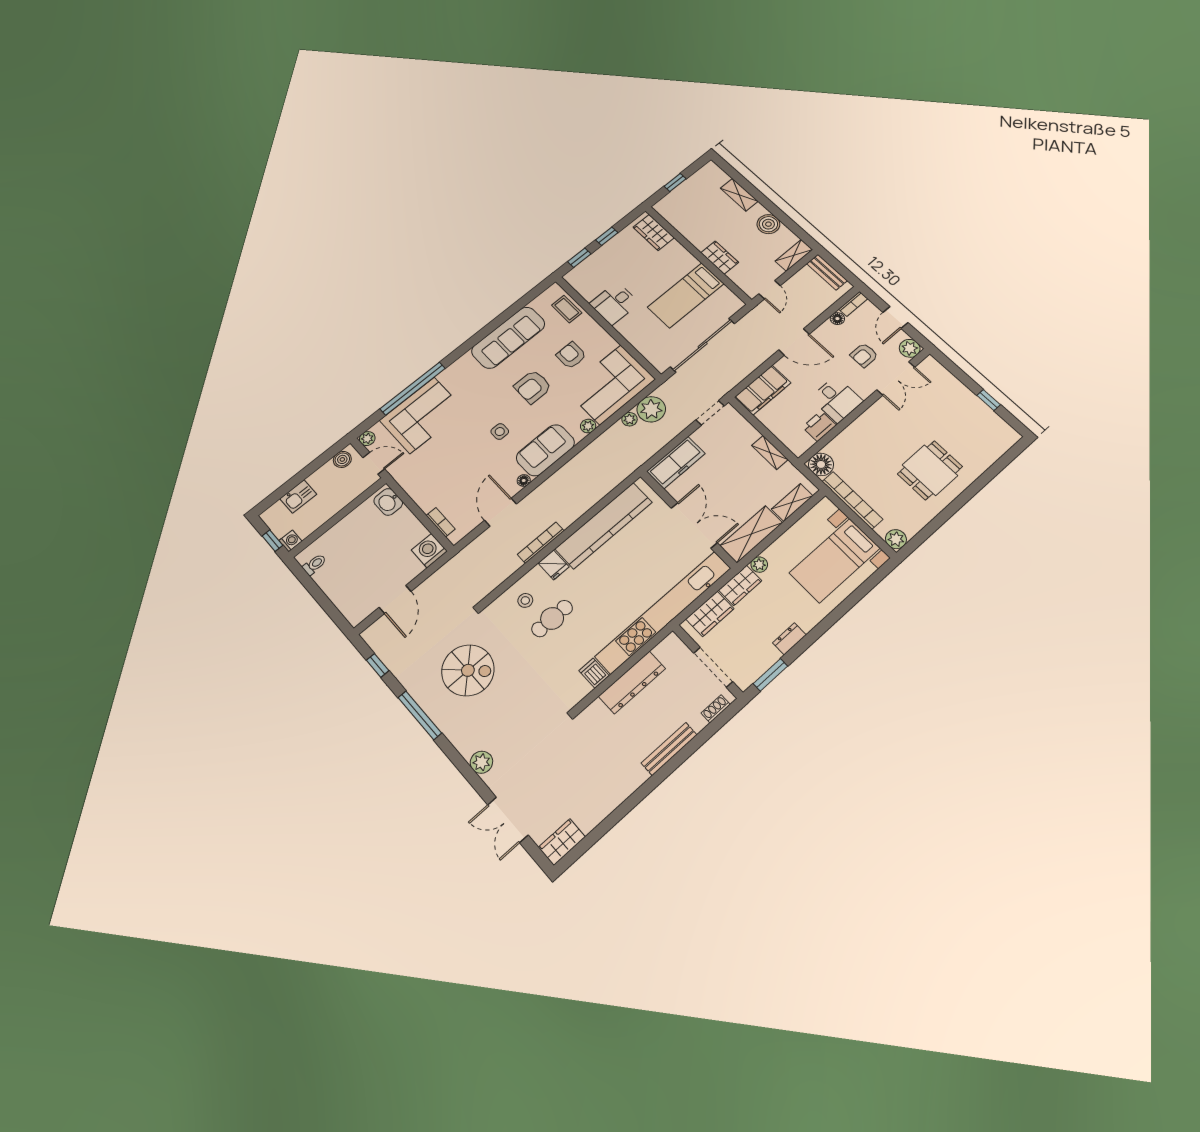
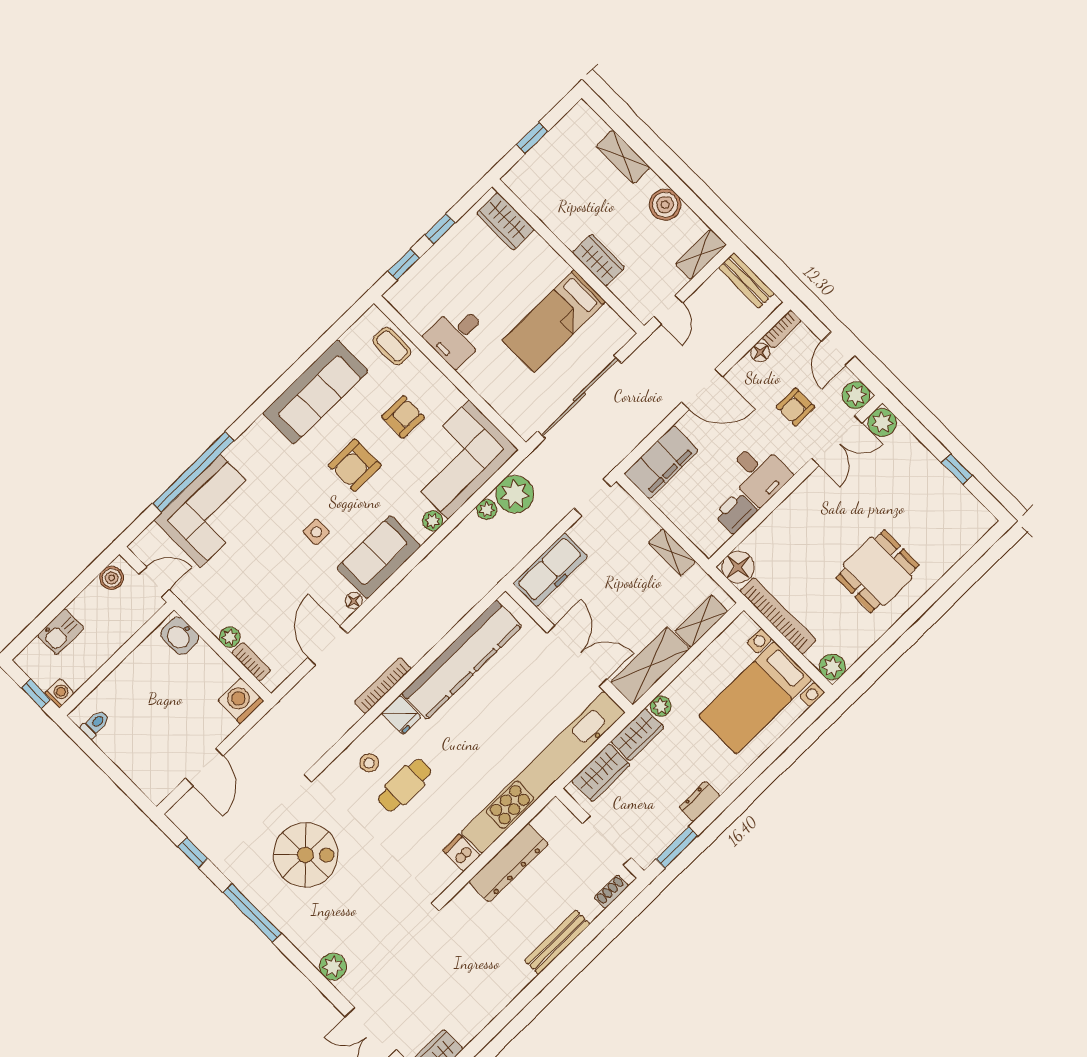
armchair: (571, 355) -> (403, 417), turned 91
plant: (930, 367) -> (882, 422), added
plant: (367, 439) -> (230, 637), moved

